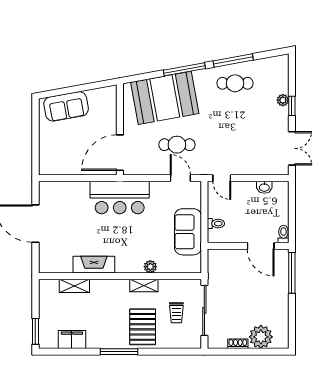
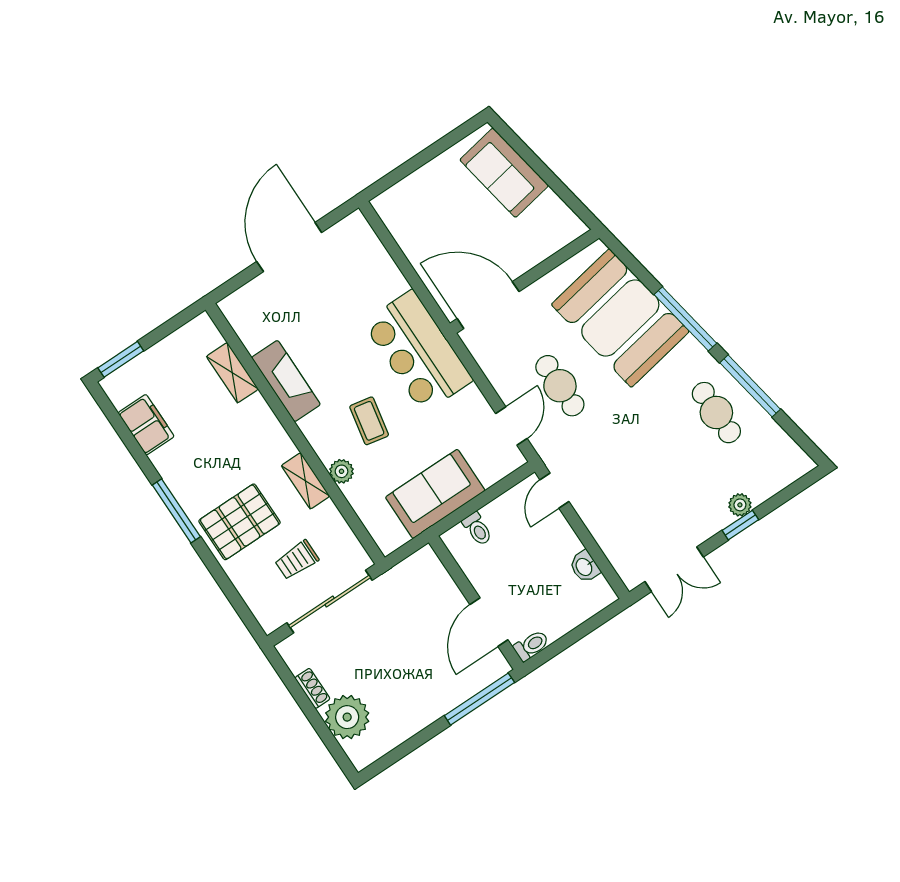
coffee table: (136, 240) -> (369, 421), added

